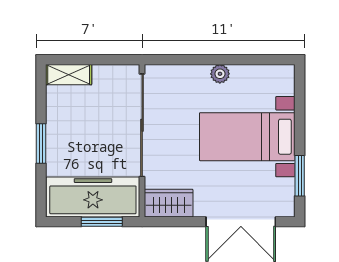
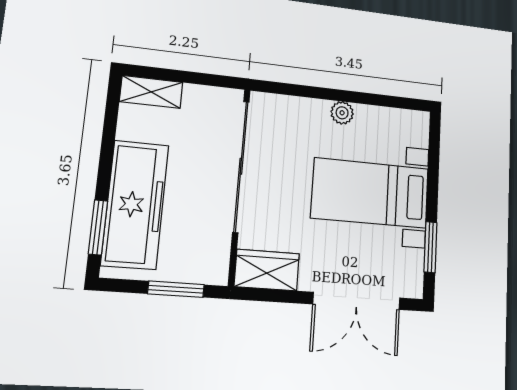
window: (41, 143) -> (98, 227), moved
freezer: (93, 197) -> (135, 205), moved, turned 90

